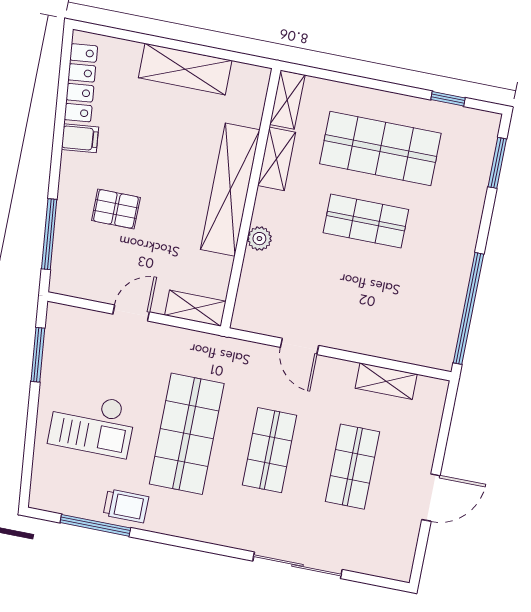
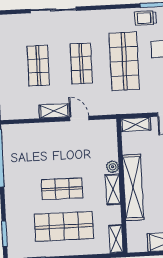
shelving: (277, 159) -> (113, 189), moved
shelving: (386, 381) -> (54, 111), moved

